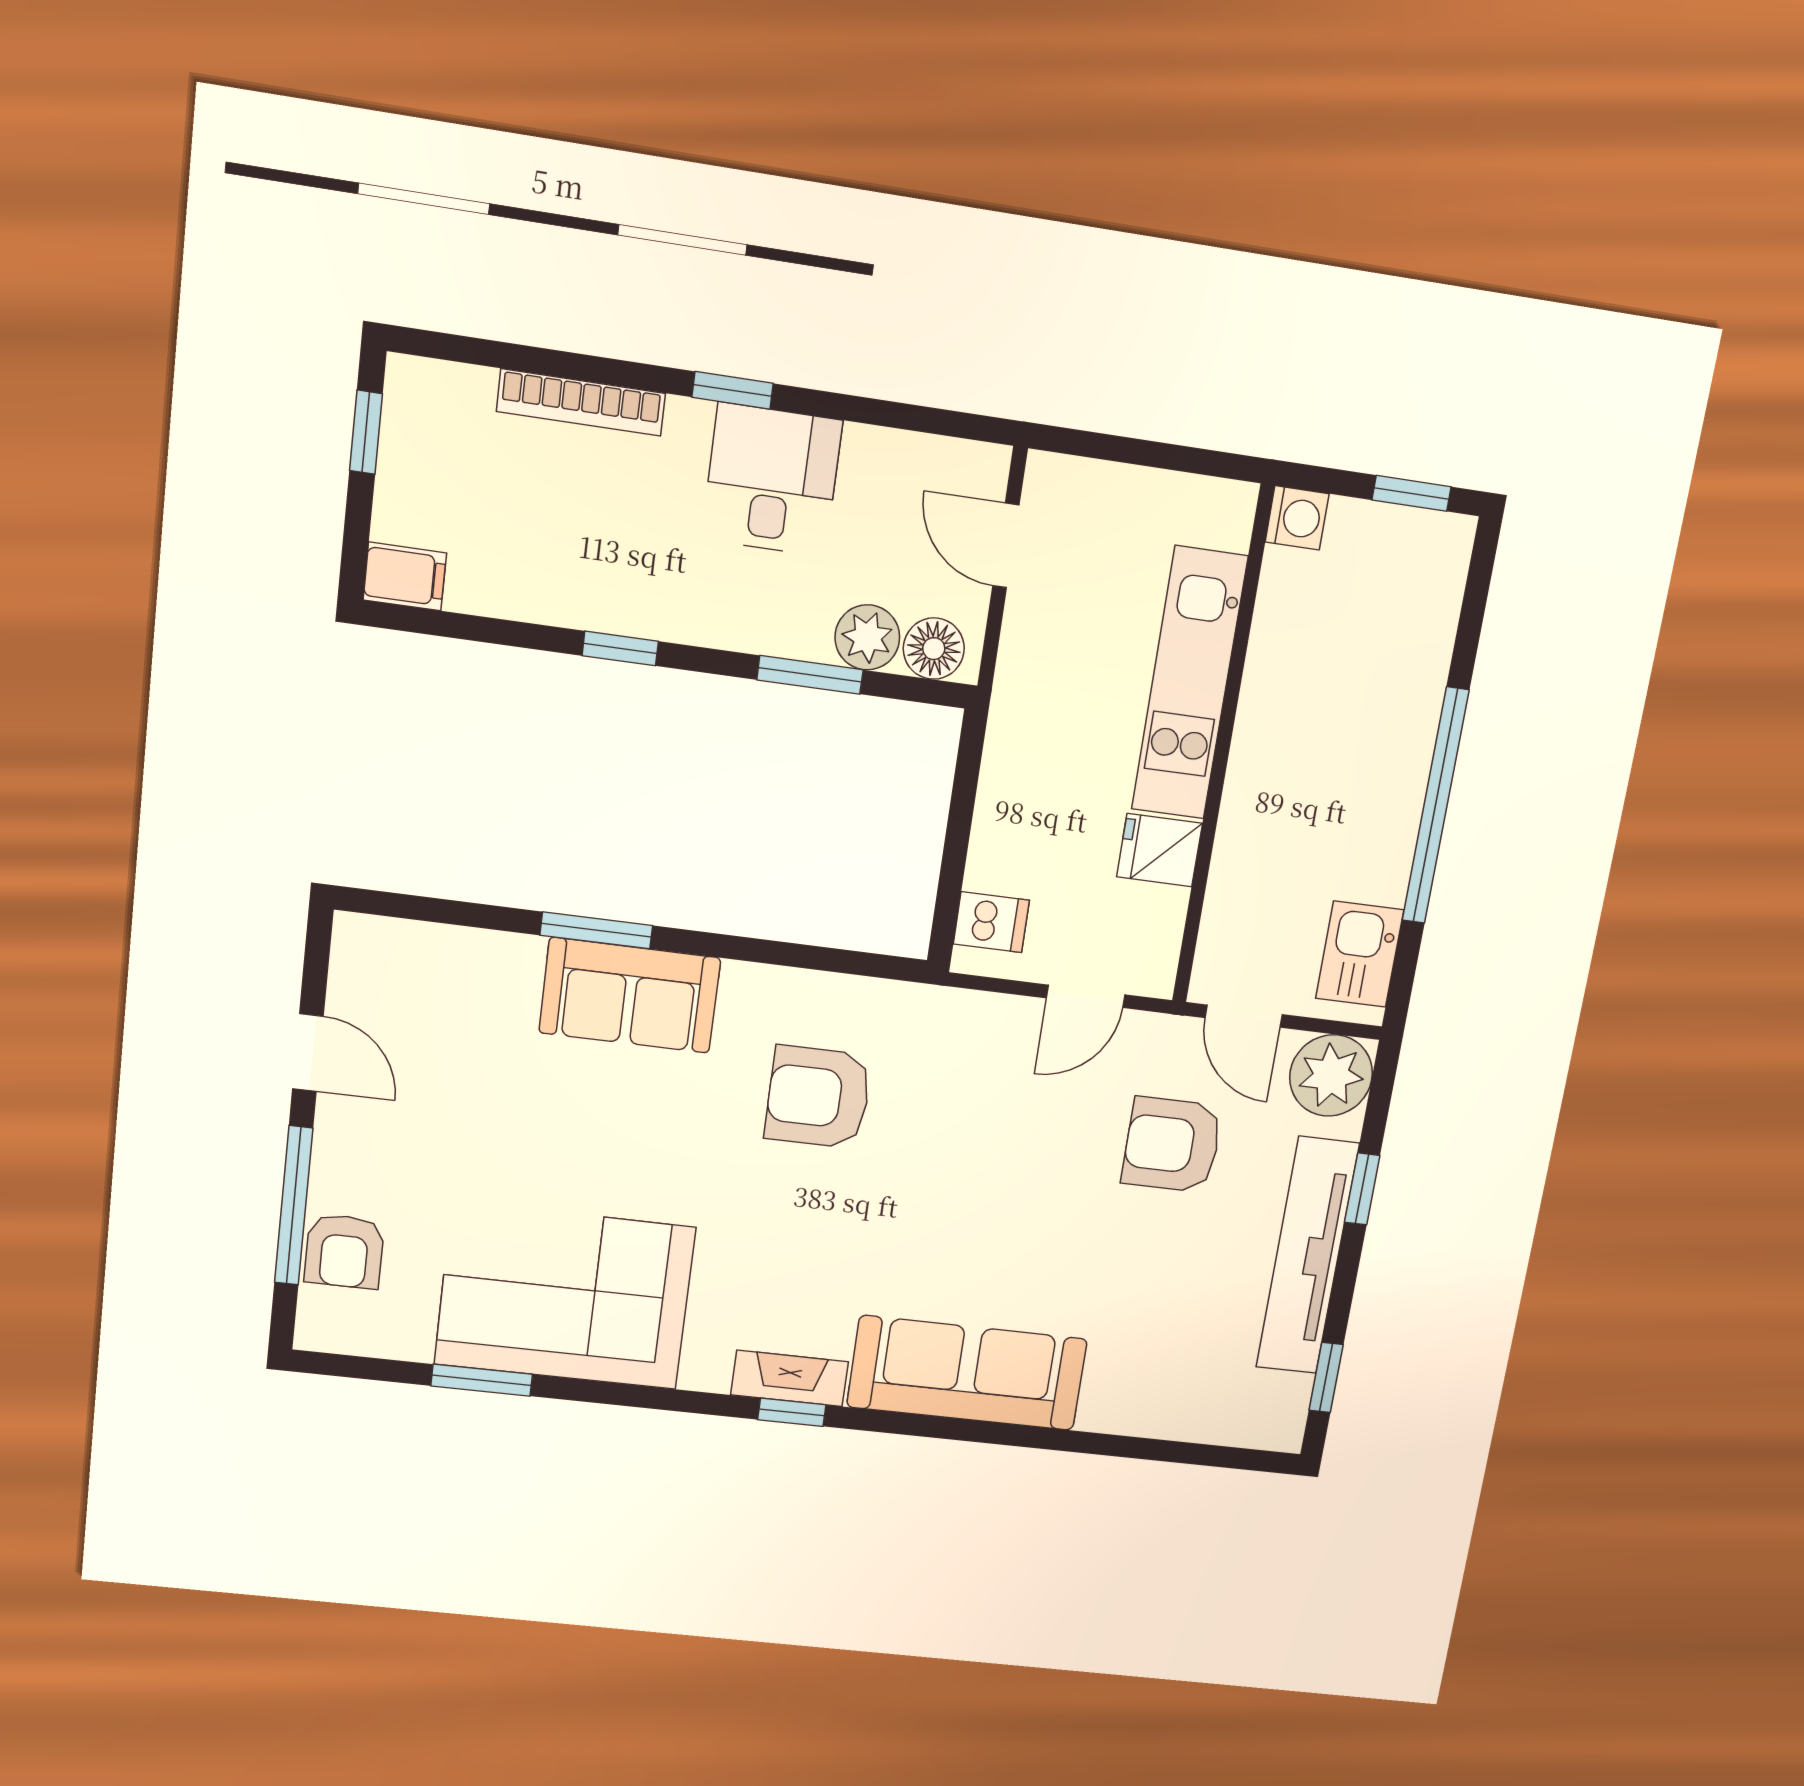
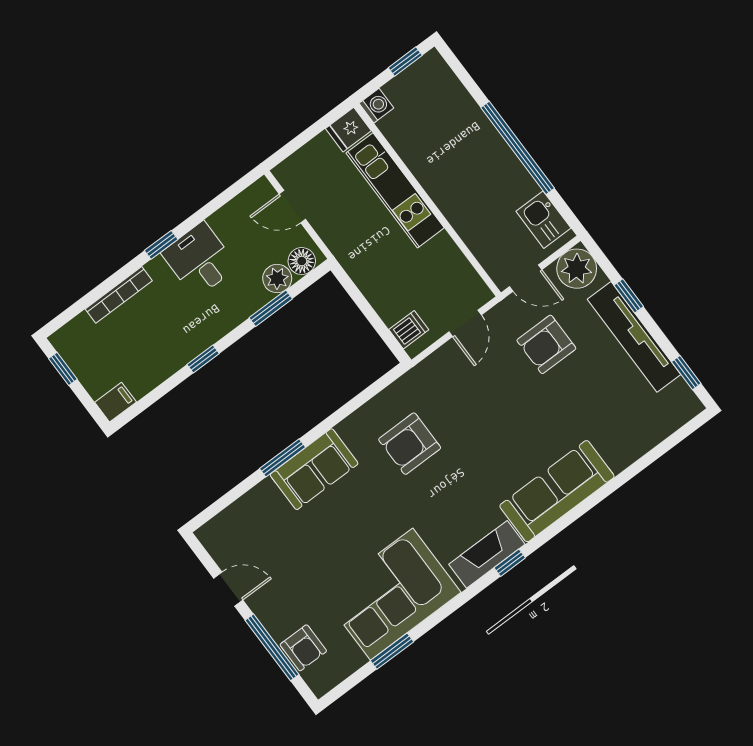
fridge: (1160, 850) -> (348, 130), moved
fireplace: (790, 1378) -> (487, 554), width x1.37, depth x1.32

